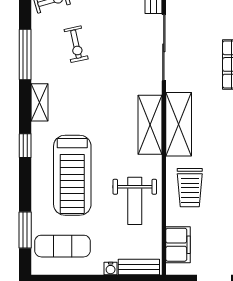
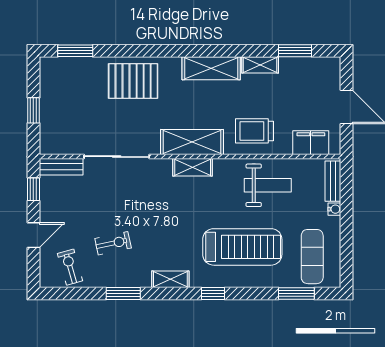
window: (25, 55) -> (123, 293), width x0.69
shelving: (150, 125) -> (193, 167), width x0.67, depth x0.75
trolley: (190, 188) -> (254, 131), turned 180

